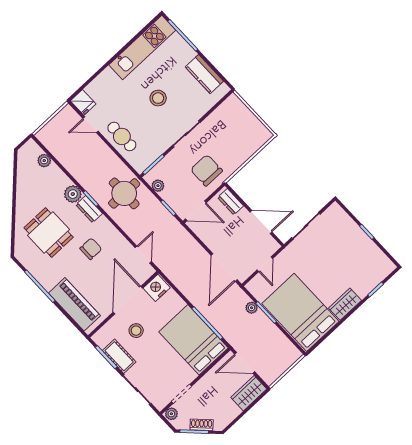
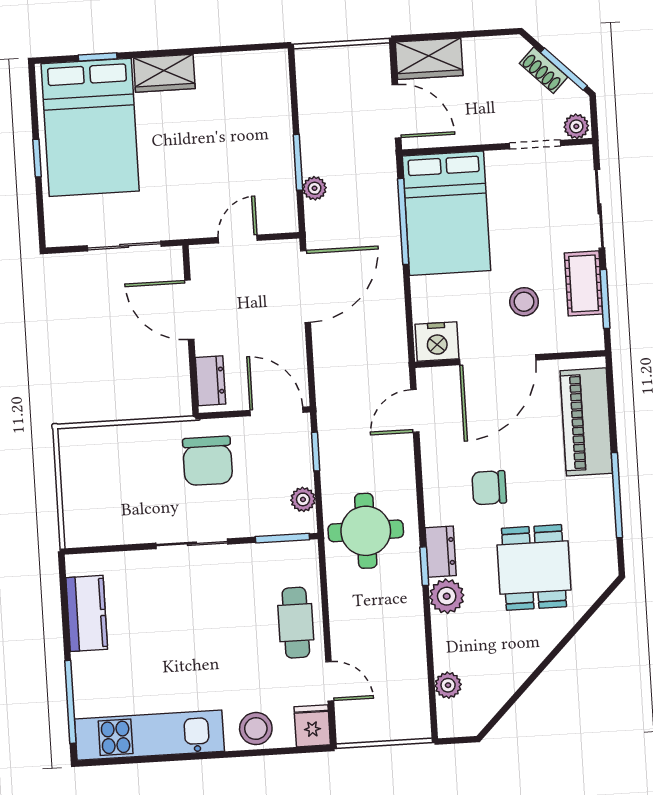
stool: (158, 98) -> (256, 729), moved
bed: (300, 312) -> (90, 127), moved

